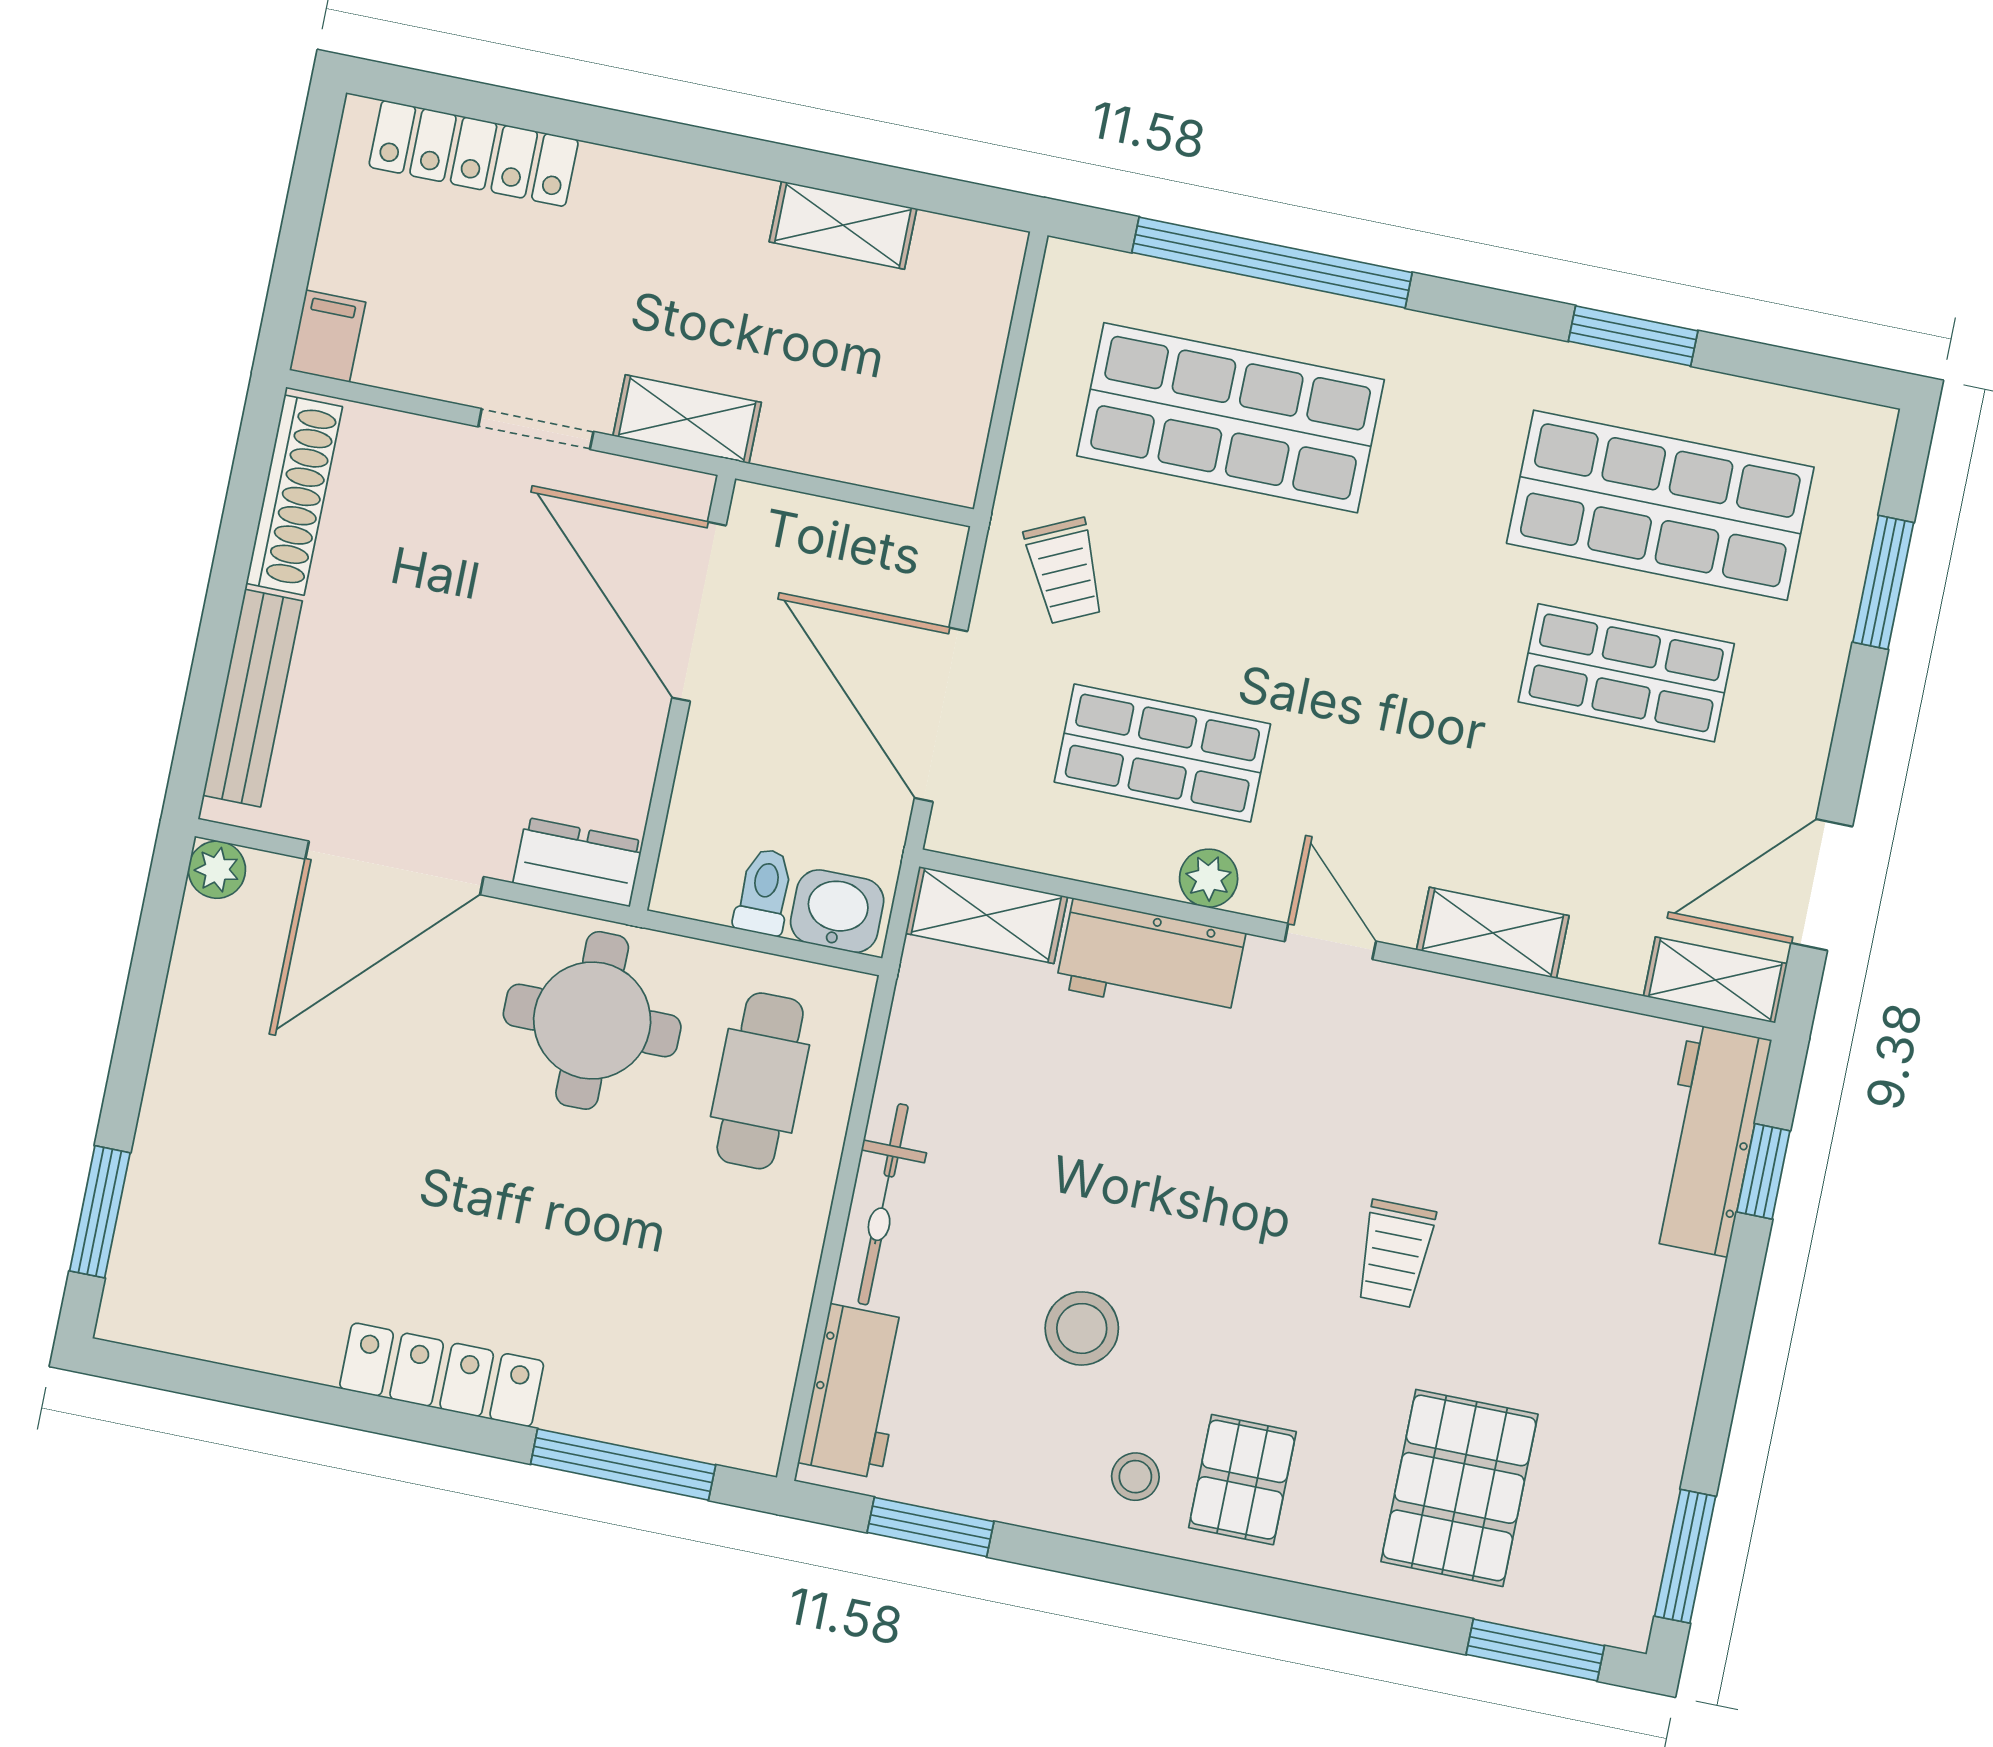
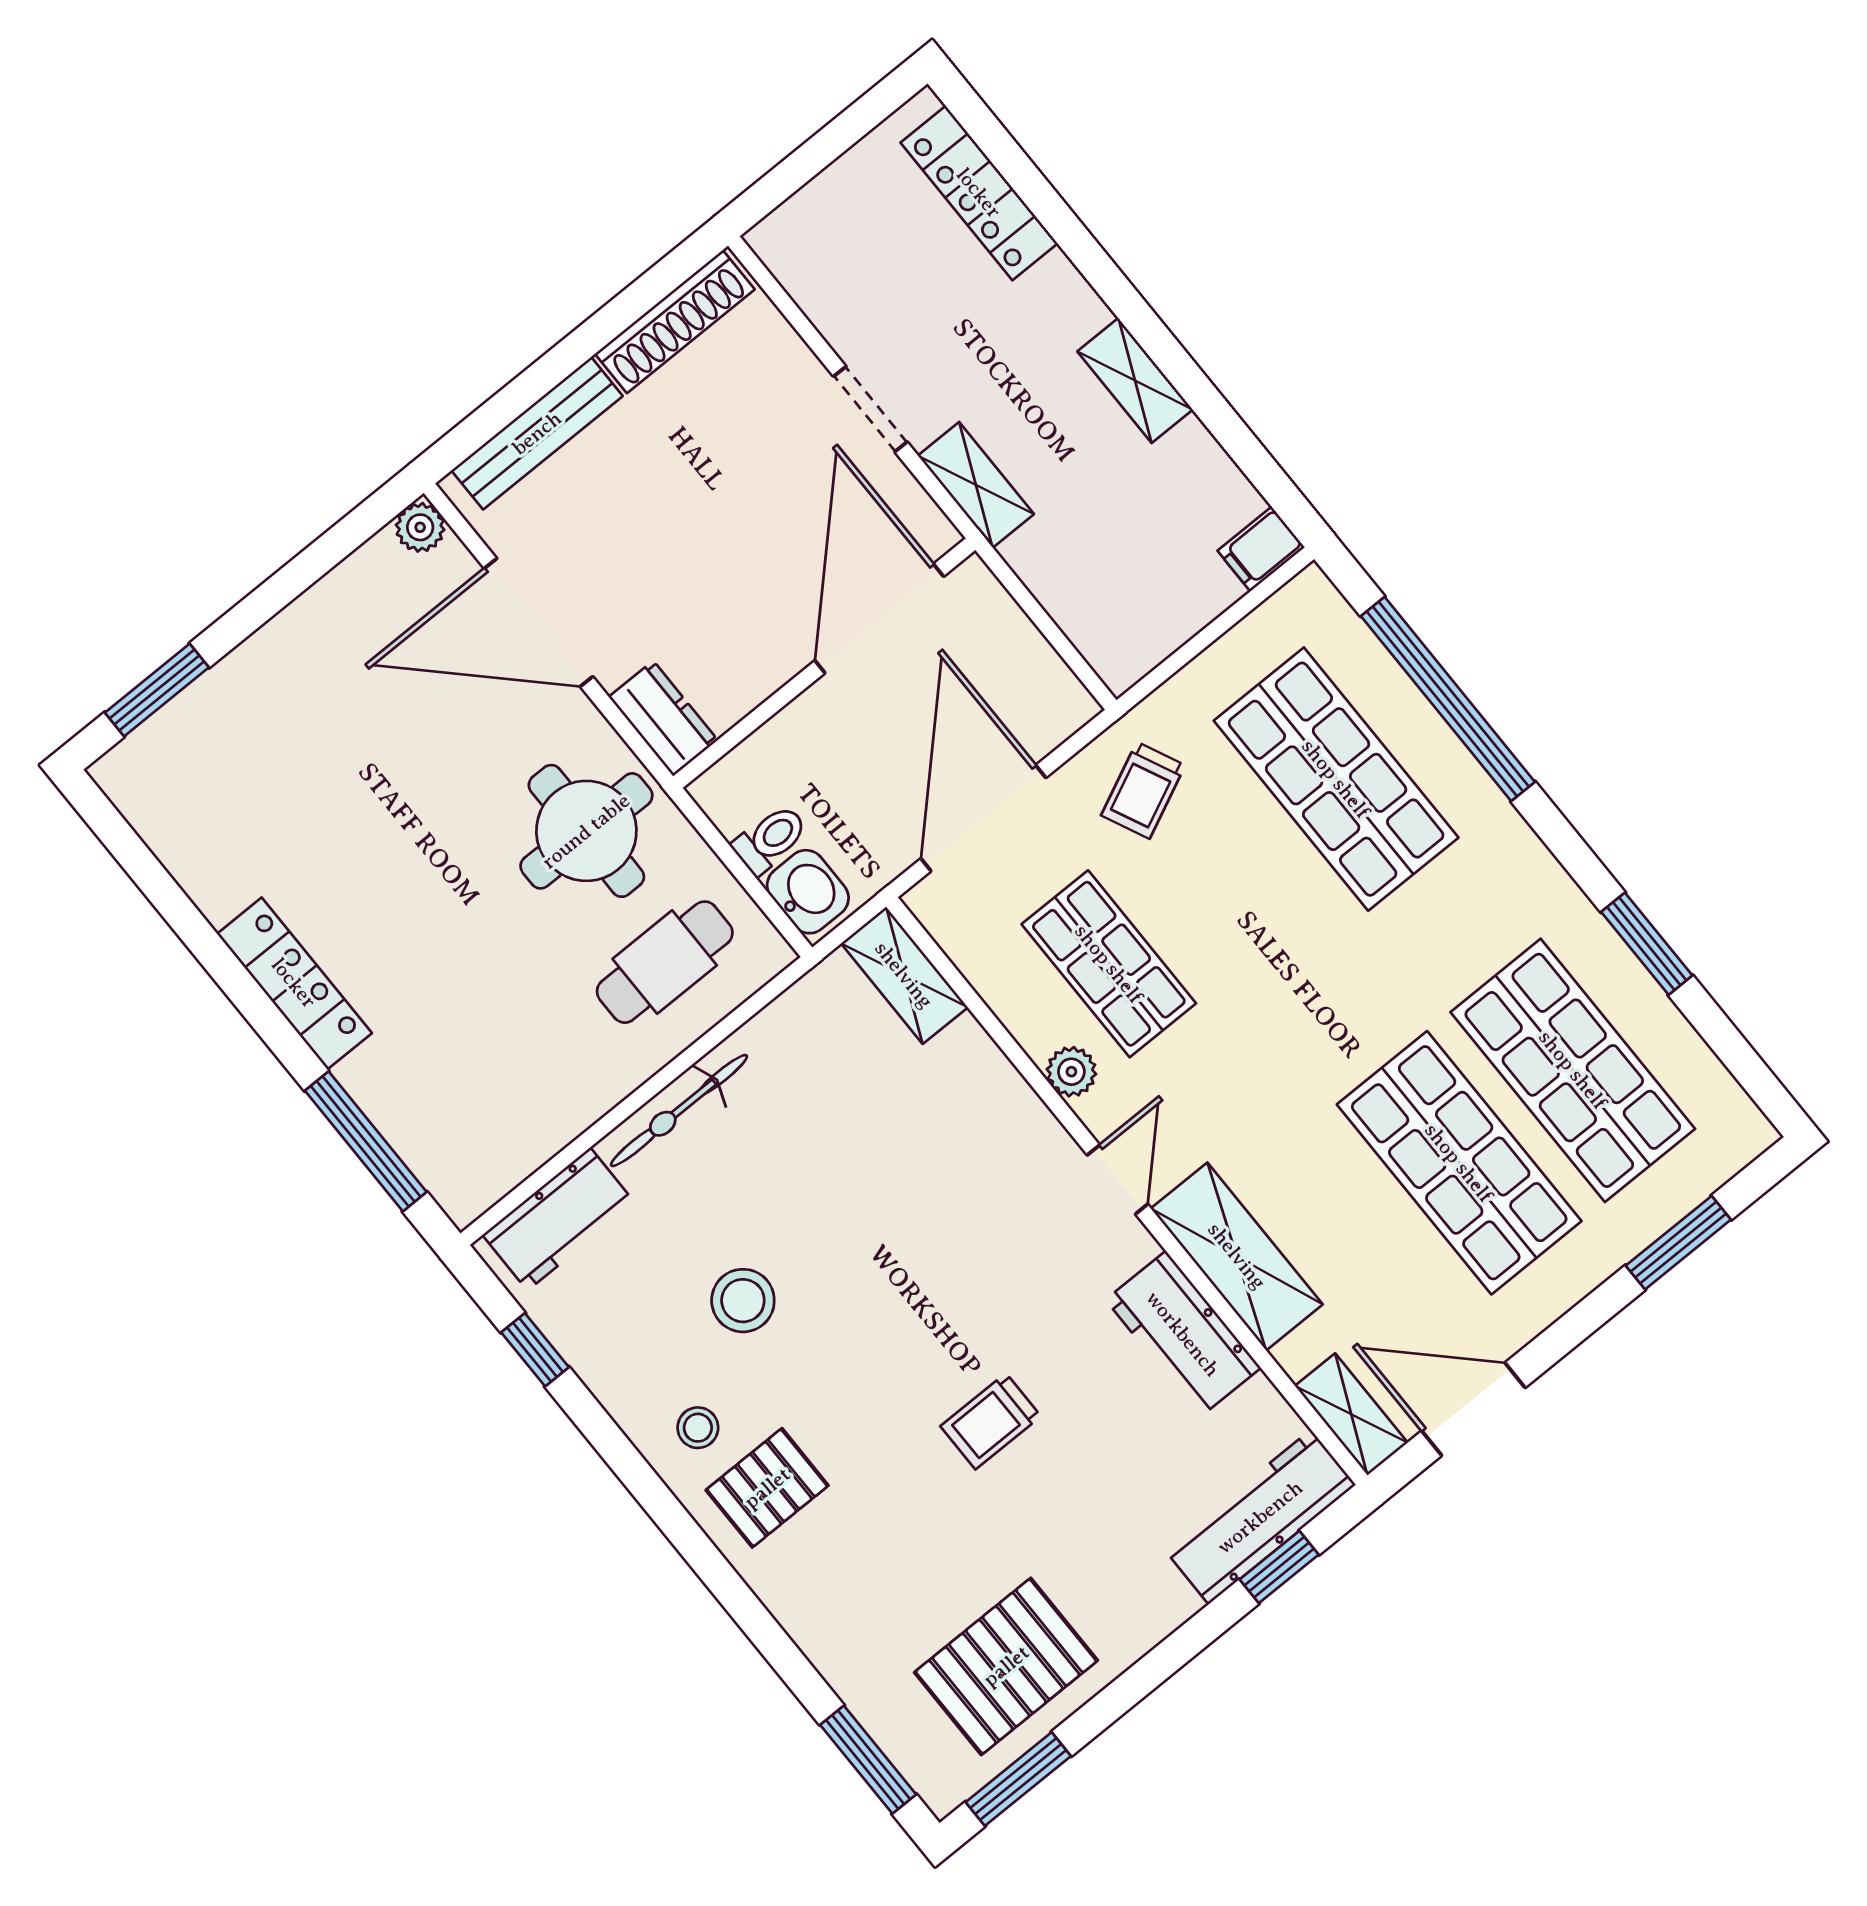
shelving: (843, 225) -> (1135, 381), moved
filing cabinet: (328, 336) -> (1261, 549), moved, turned 180
shop shelf: (1626, 673) -> (1459, 1163), width x1.43, depth x1.36
shelving: (1493, 933) -> (1237, 1256), width x1.50, depth x1.33
workbench: (1151, 960) -> (1183, 1334), moved
pallet: (1459, 1488) -> (1006, 1666), moved
window: (931, 1527) -> (535, 1350), width x0.67

